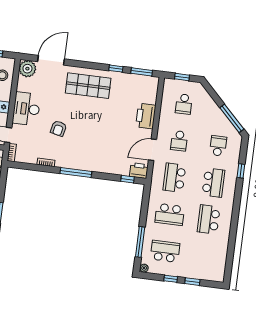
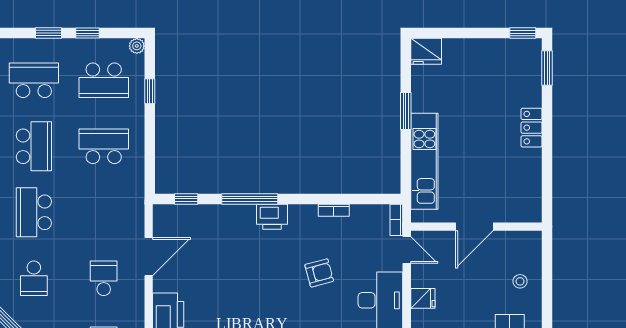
armchair: (59, 128) -> (319, 273), turned 62
printer: (139, 171) -> (272, 217), moved
window: (76, 173) -> (250, 199), moved
school desk: (174, 178) -> (34, 80), moved, turned -90
window: (140, 242) -> (150, 91), width x0.46

